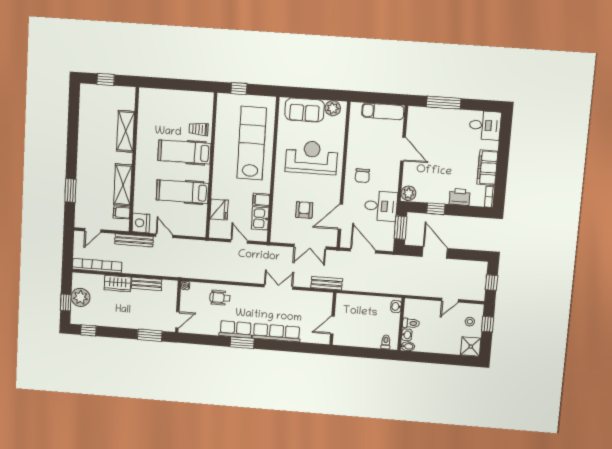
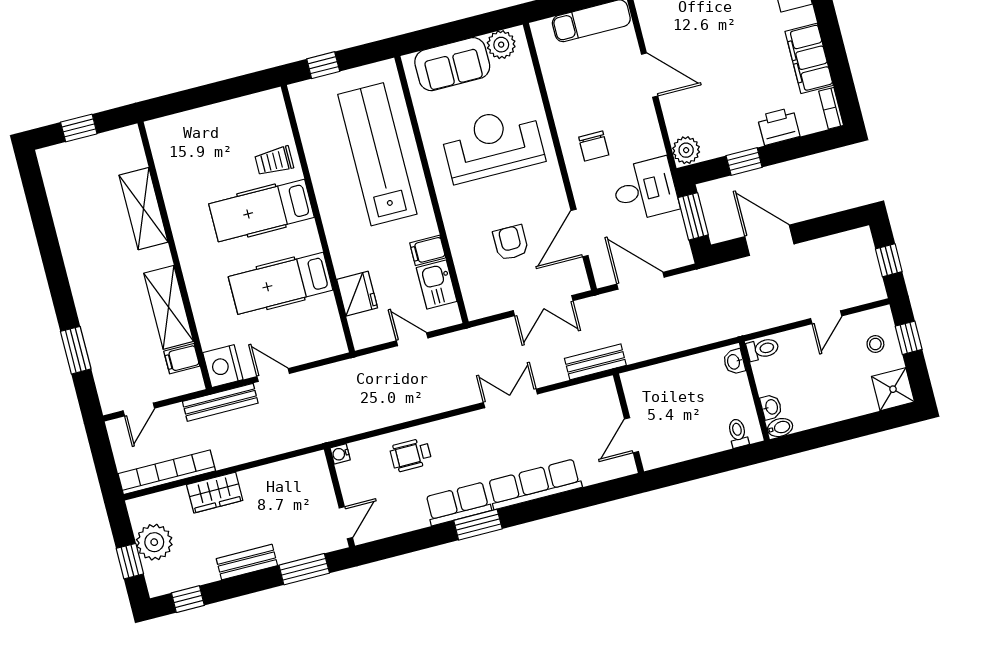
bench: (147, 284) -> (247, 562), moved
toilet: (411, 323) -> (763, 349), moved

